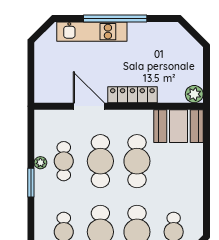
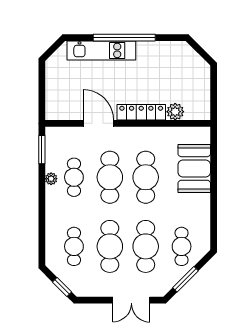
plant: (194, 94) -> (175, 112), moved
booth: (178, 126) -> (194, 168), moved, turned 90
window: (31, 183) -> (42, 150), moved

